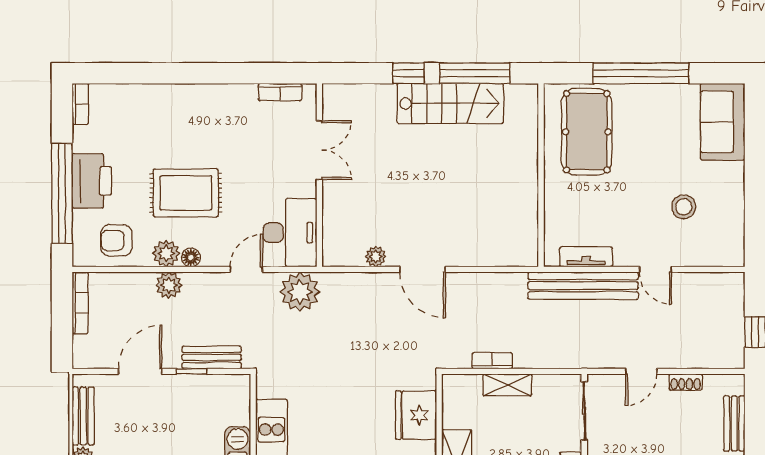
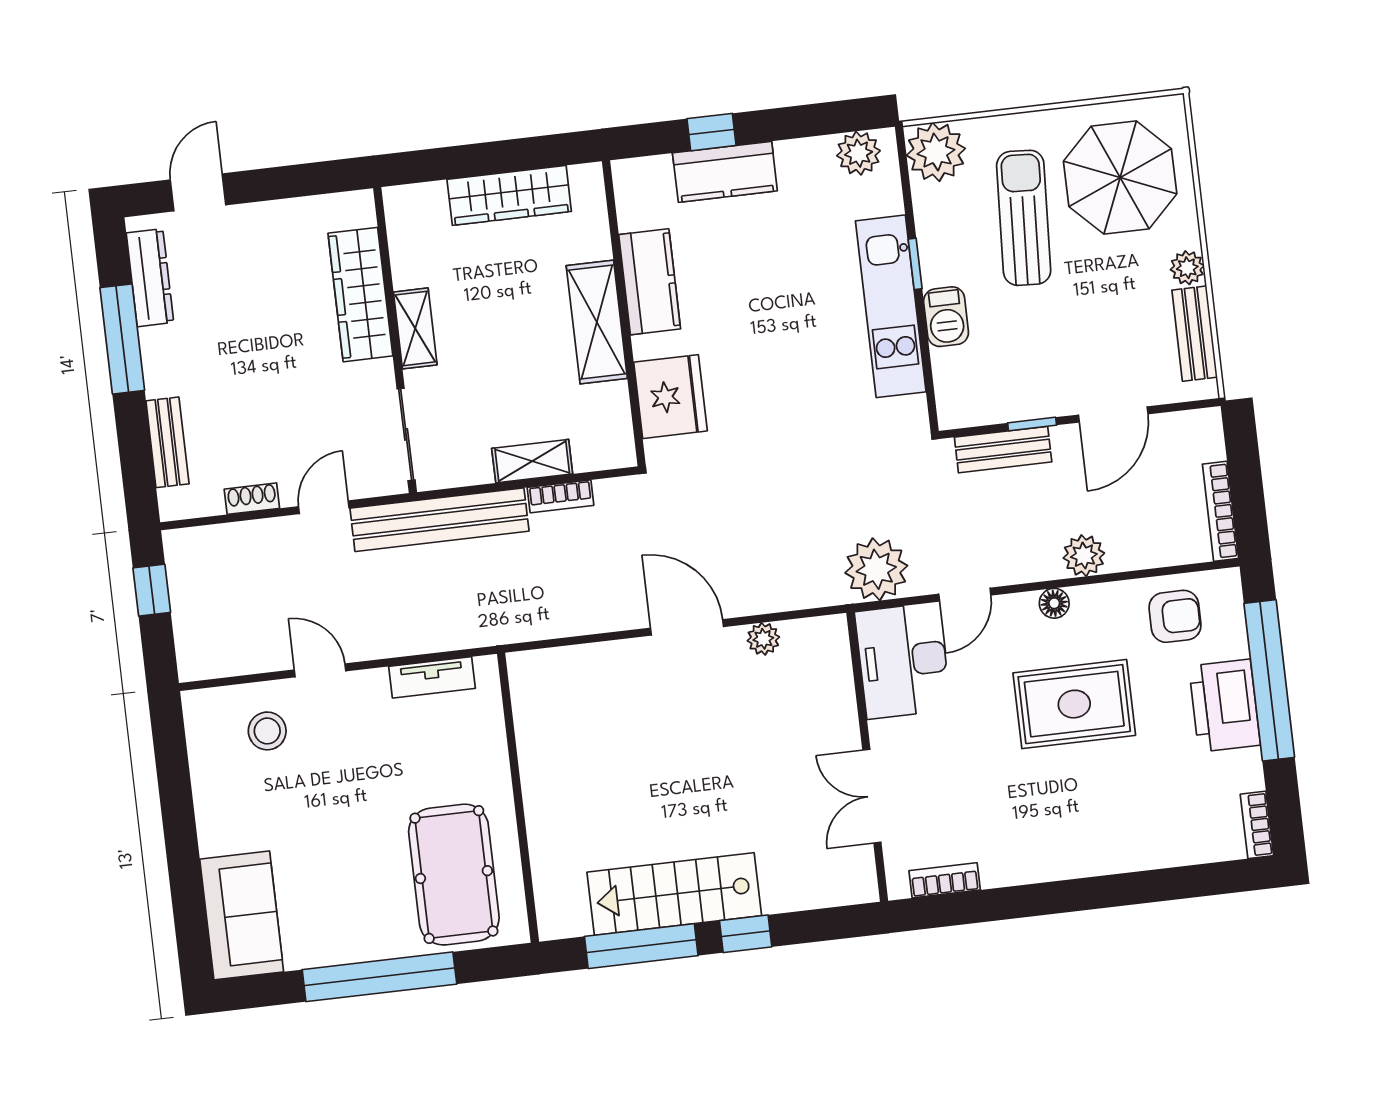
stool: (684, 207) -> (267, 731), moved
plant: (166, 254) -> (1094, 605), removed
bench: (583, 286) -> (439, 520), moved

